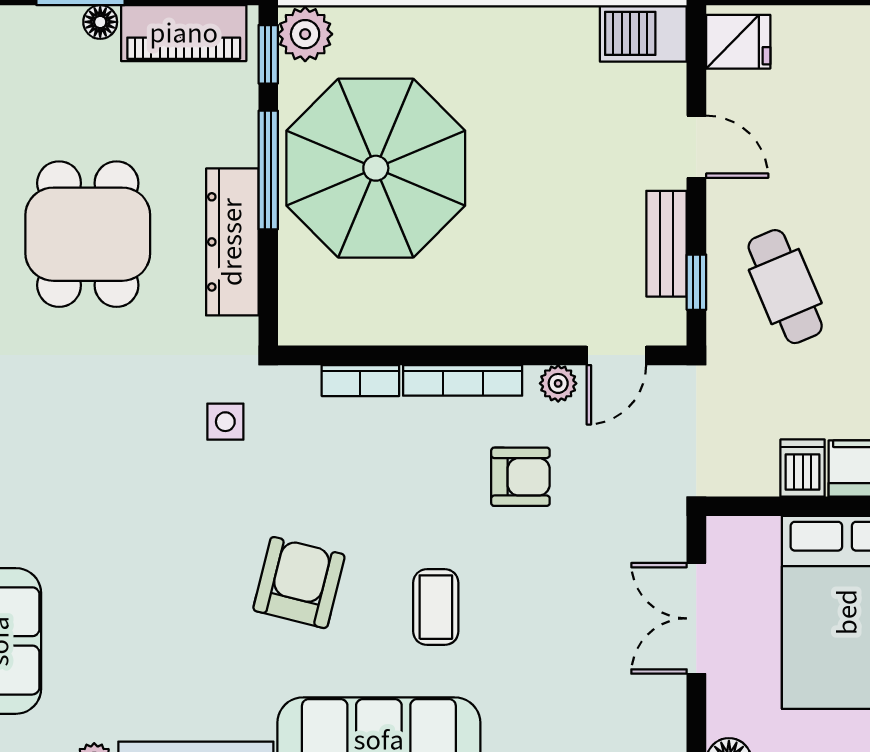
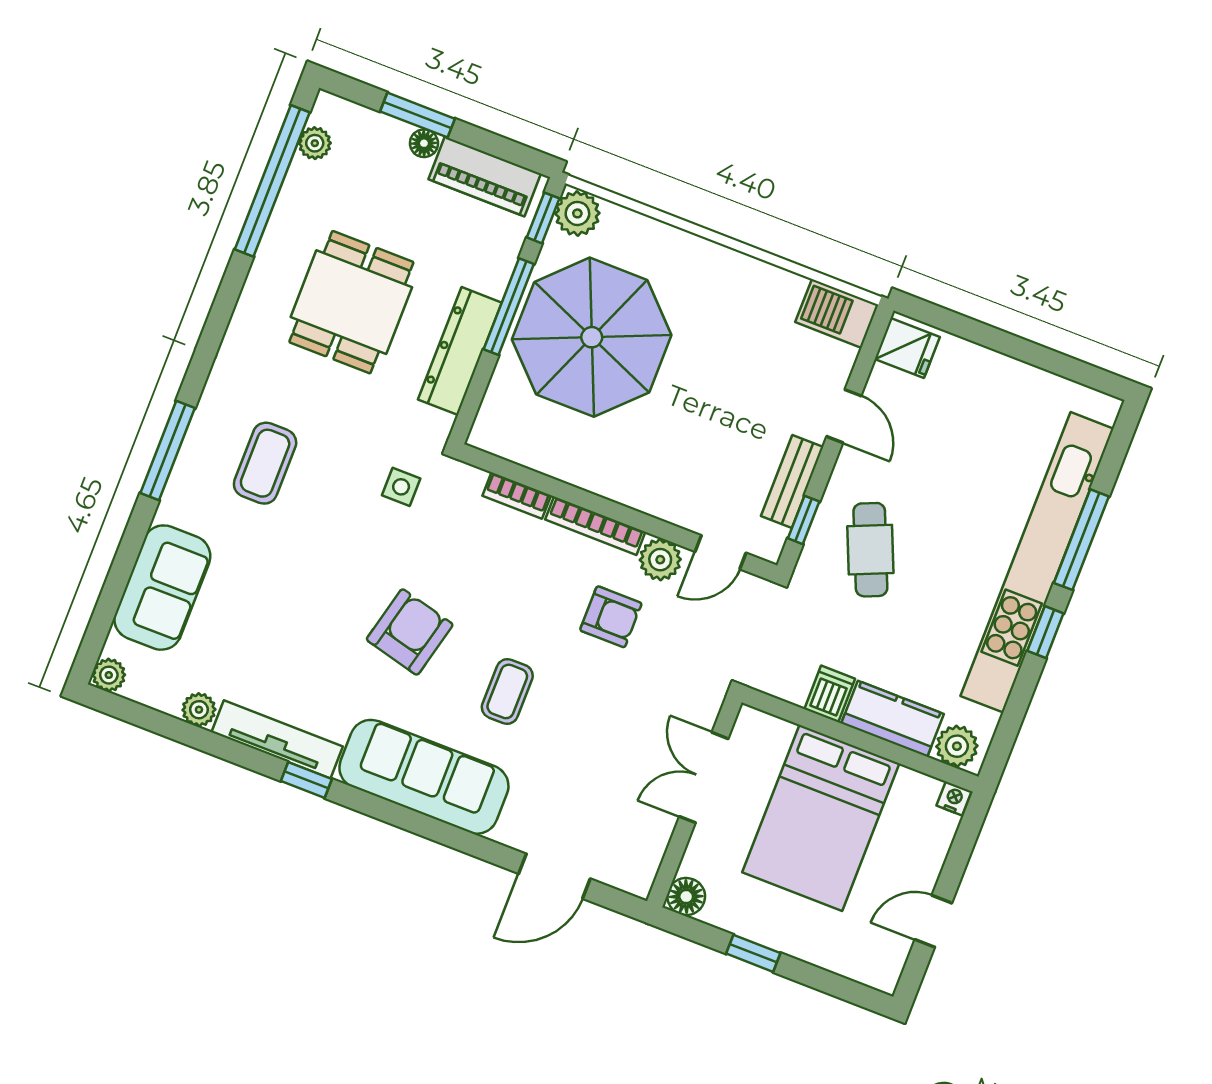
plant: (558, 383) -> (660, 560), width x1.38, depth x1.38
coffee table: (61, 455) -> (265, 463), added

